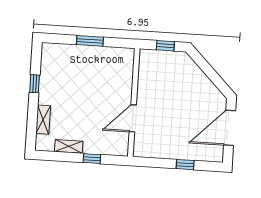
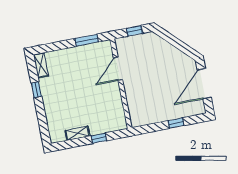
window: (90, 41) -> (87, 40), moved
door: (133, 118) -> (118, 69), moved
shelving: (43, 120) -> (41, 65), moved

